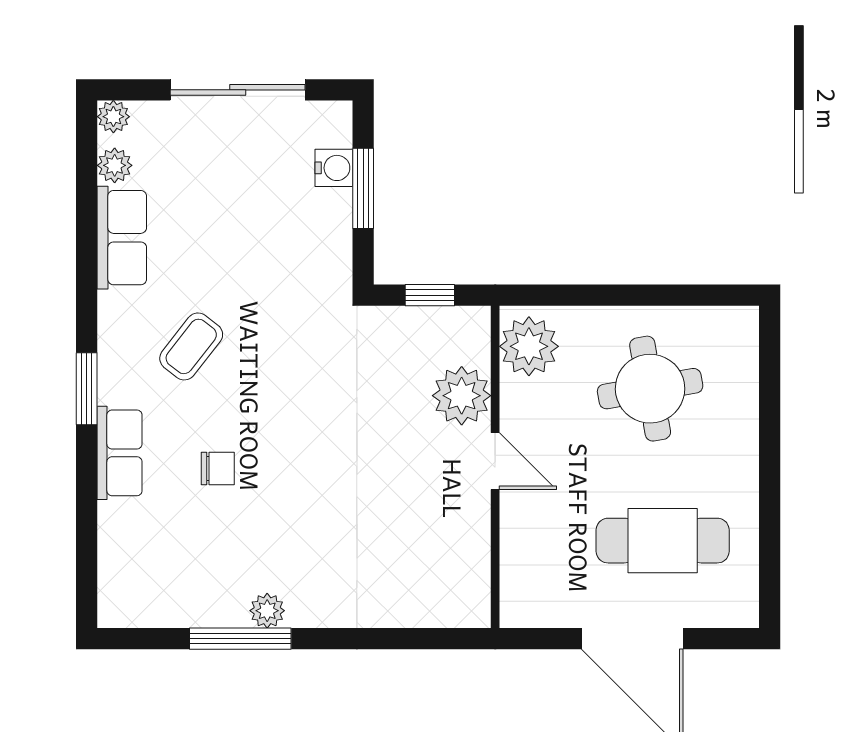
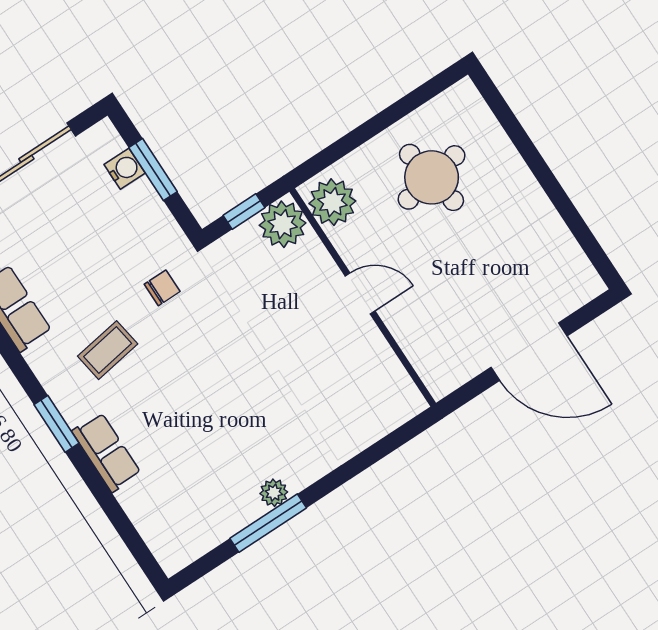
coffee table: (191, 346) -> (108, 350), turned 43
plant: (462, 396) -> (283, 224), moved
chair: (218, 468) -> (162, 288), moved
cafe table: (663, 541) -> (506, 273), removed

